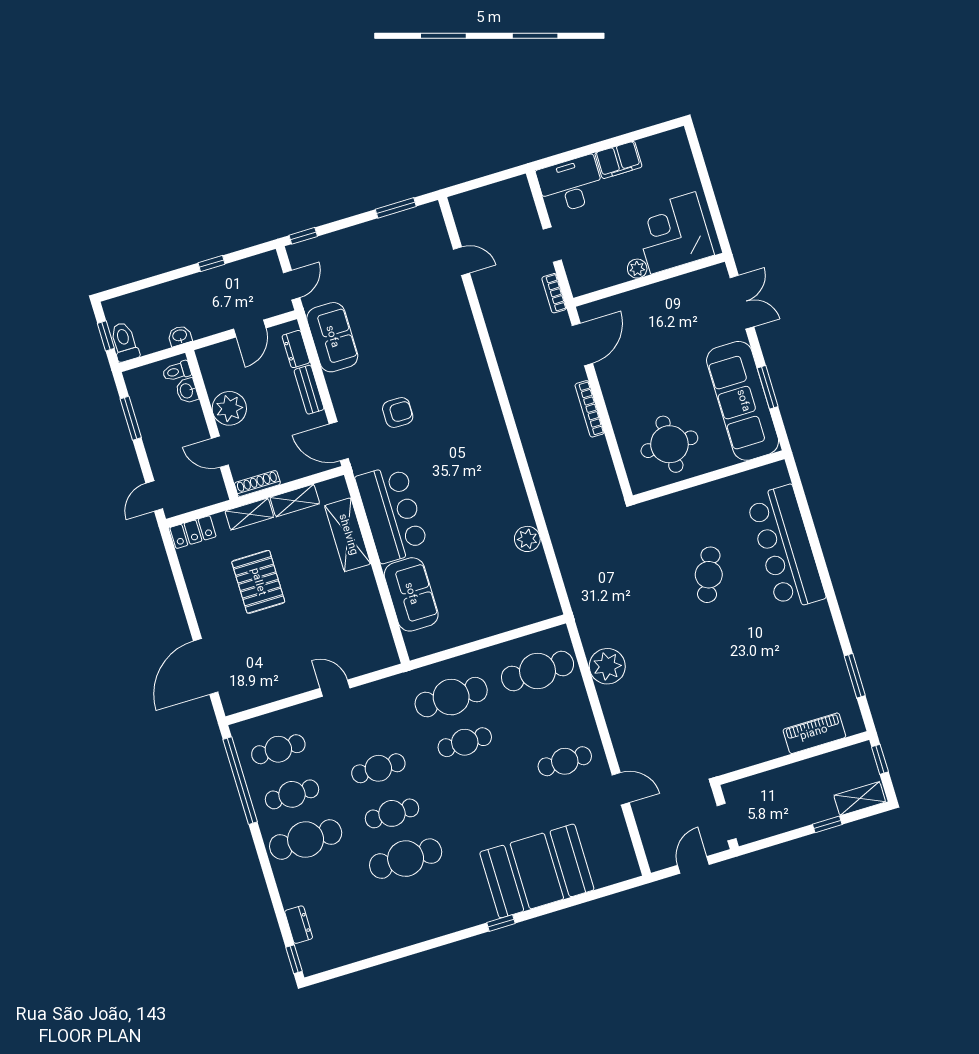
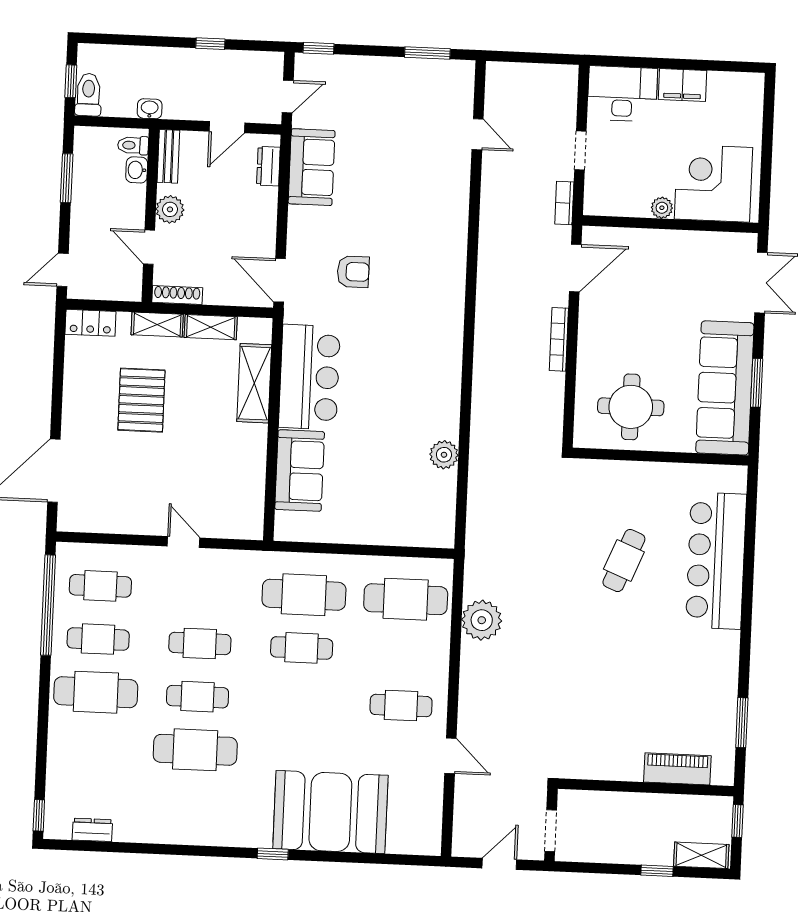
bench: (309, 390) -> (168, 156), moved
plant: (229, 408) -> (170, 209), width x0.73, depth x0.73
dresser: (299, 925) -> (92, 830), moved, turned -90

